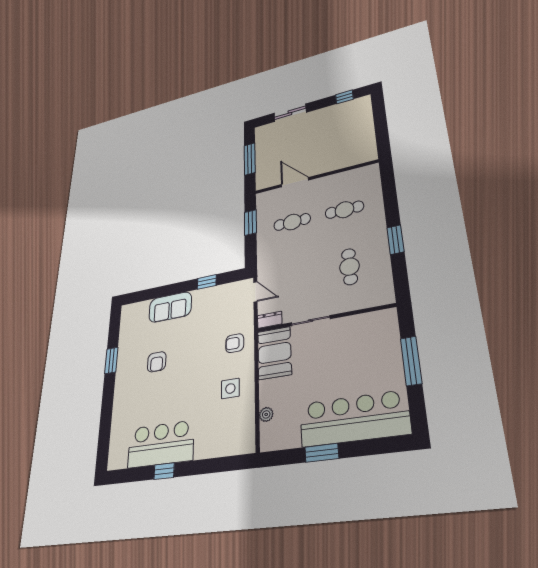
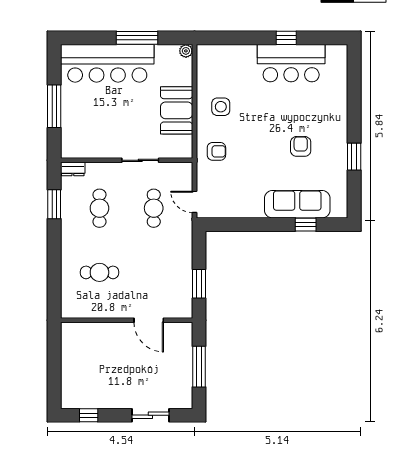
cafe table: (292, 222) -> (154, 208), moved, turned 90
window: (395, 240) -> (54, 204), moved
window: (207, 282) -> (306, 225), moved
sofa: (170, 307) -> (297, 204), width x1.36
dresser: (270, 320) -> (73, 169), moved
booth: (274, 353) -> (177, 110), moved
plant: (266, 414) -> (186, 51), moved
window: (322, 453) -> (137, 38), width x1.44

